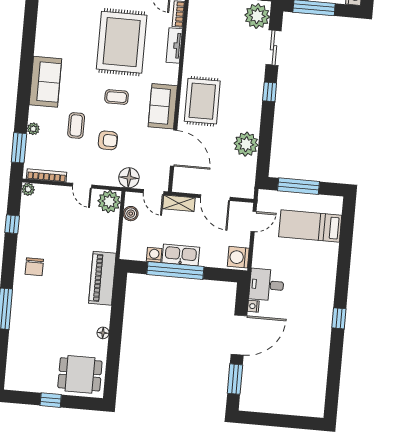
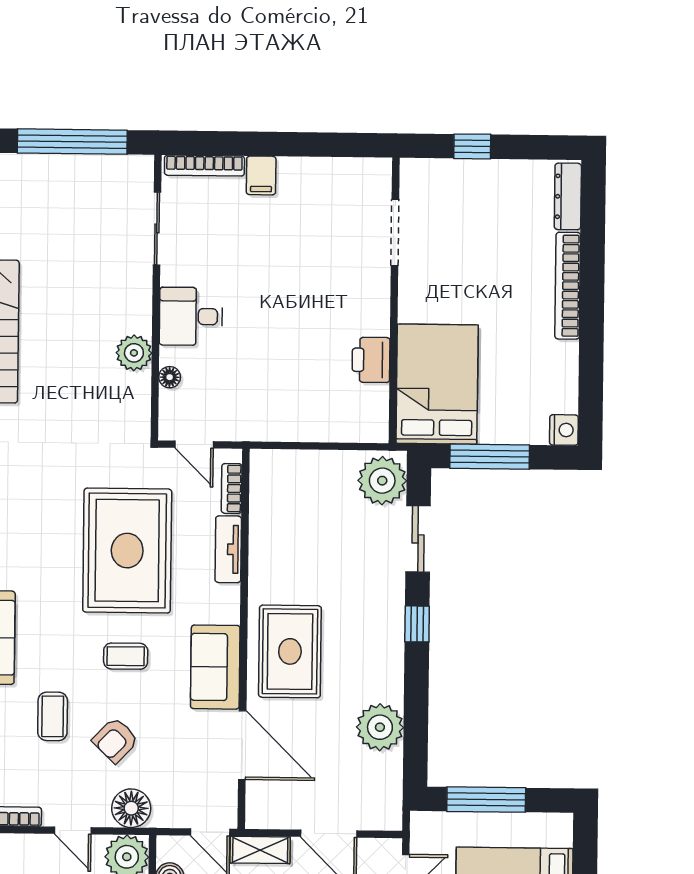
armchair: (108, 140) -> (115, 740), turned 134
floor lamp: (129, 178) -> (131, 808), moved

